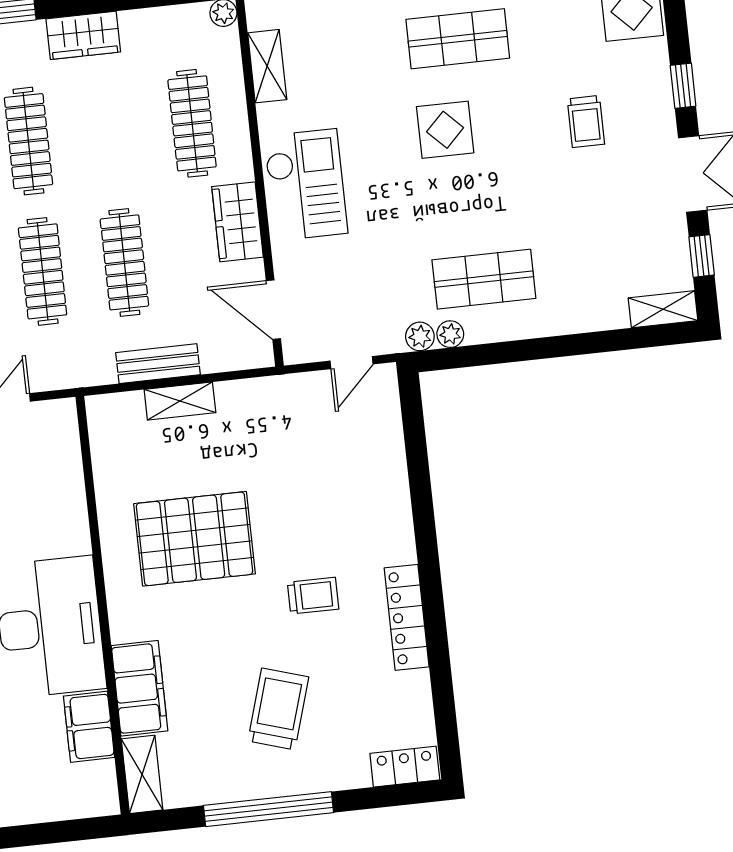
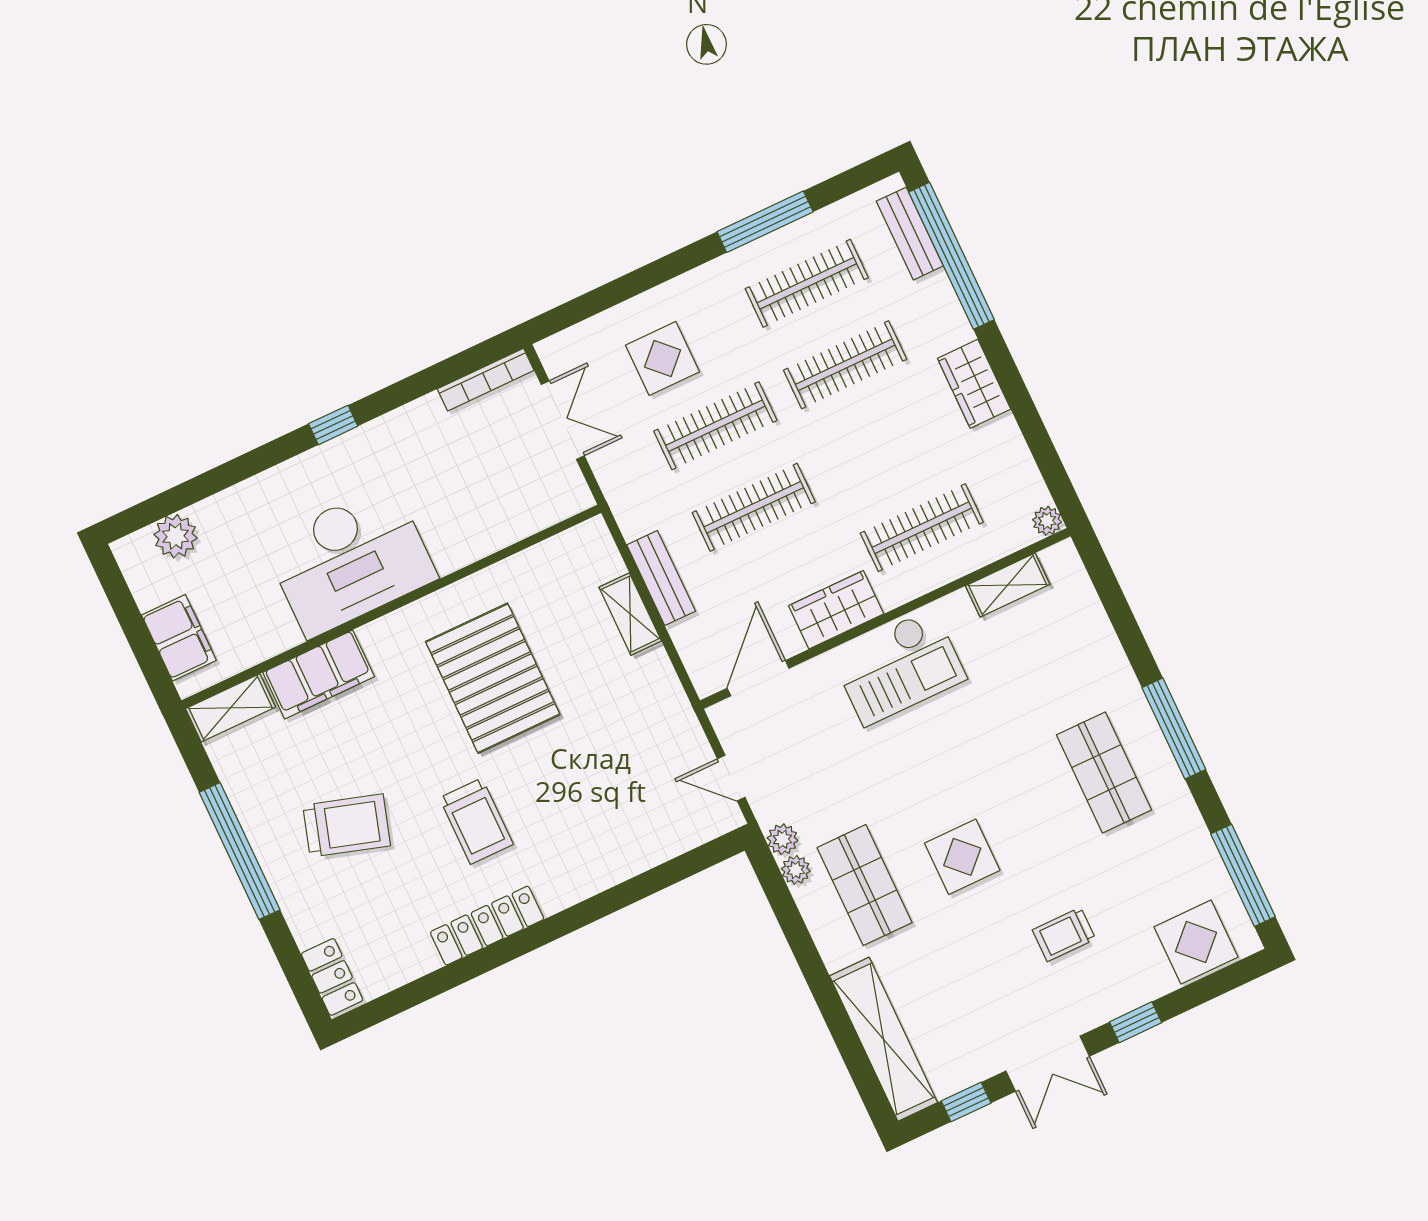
display table: (445, 130) -> (962, 857), moved
shelving: (663, 309) -> (883, 1039), width x2.20, depth x1.33
trolley: (313, 596) -> (476, 821), width x1.36, depth x1.39
filing cabinet: (89, 727) -> (179, 638), moved, turned 90

